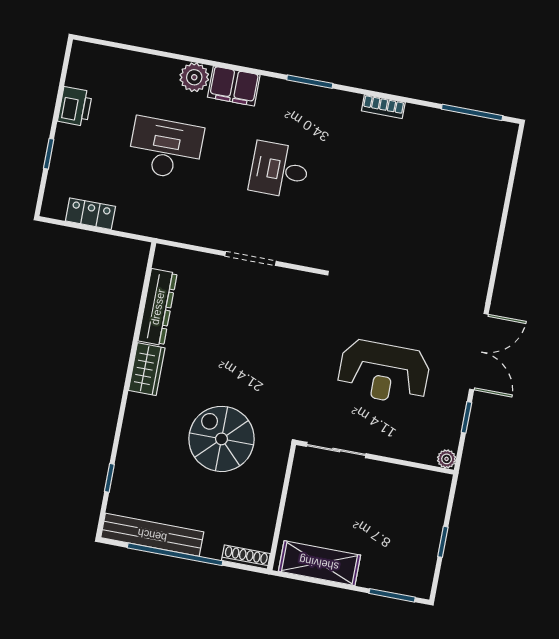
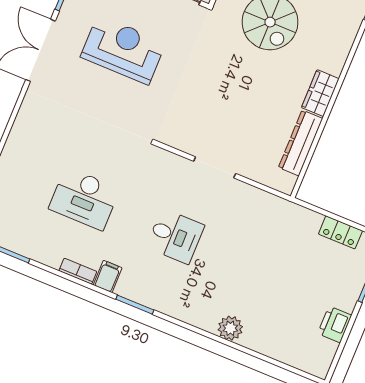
filing cabinet: (234, 86) -> (108, 276), moved, width x0.50
desk: (166, 148) -> (84, 199), moved

